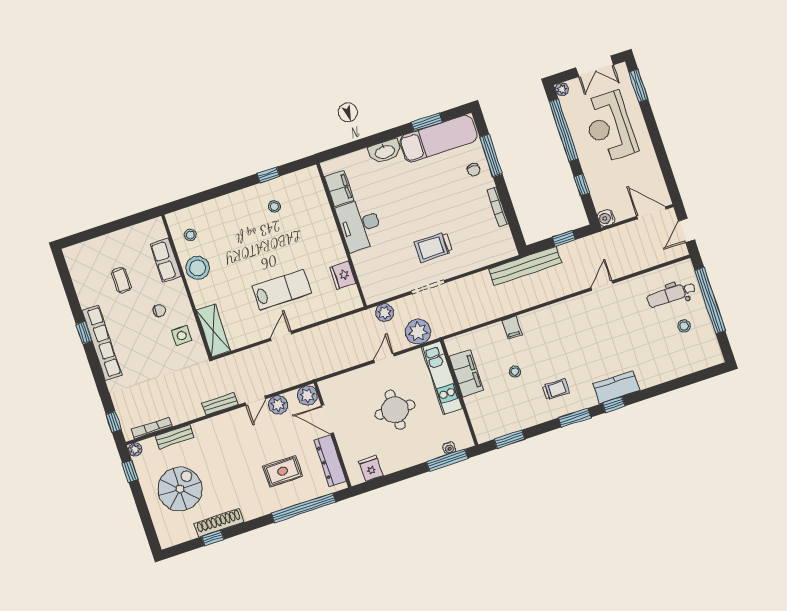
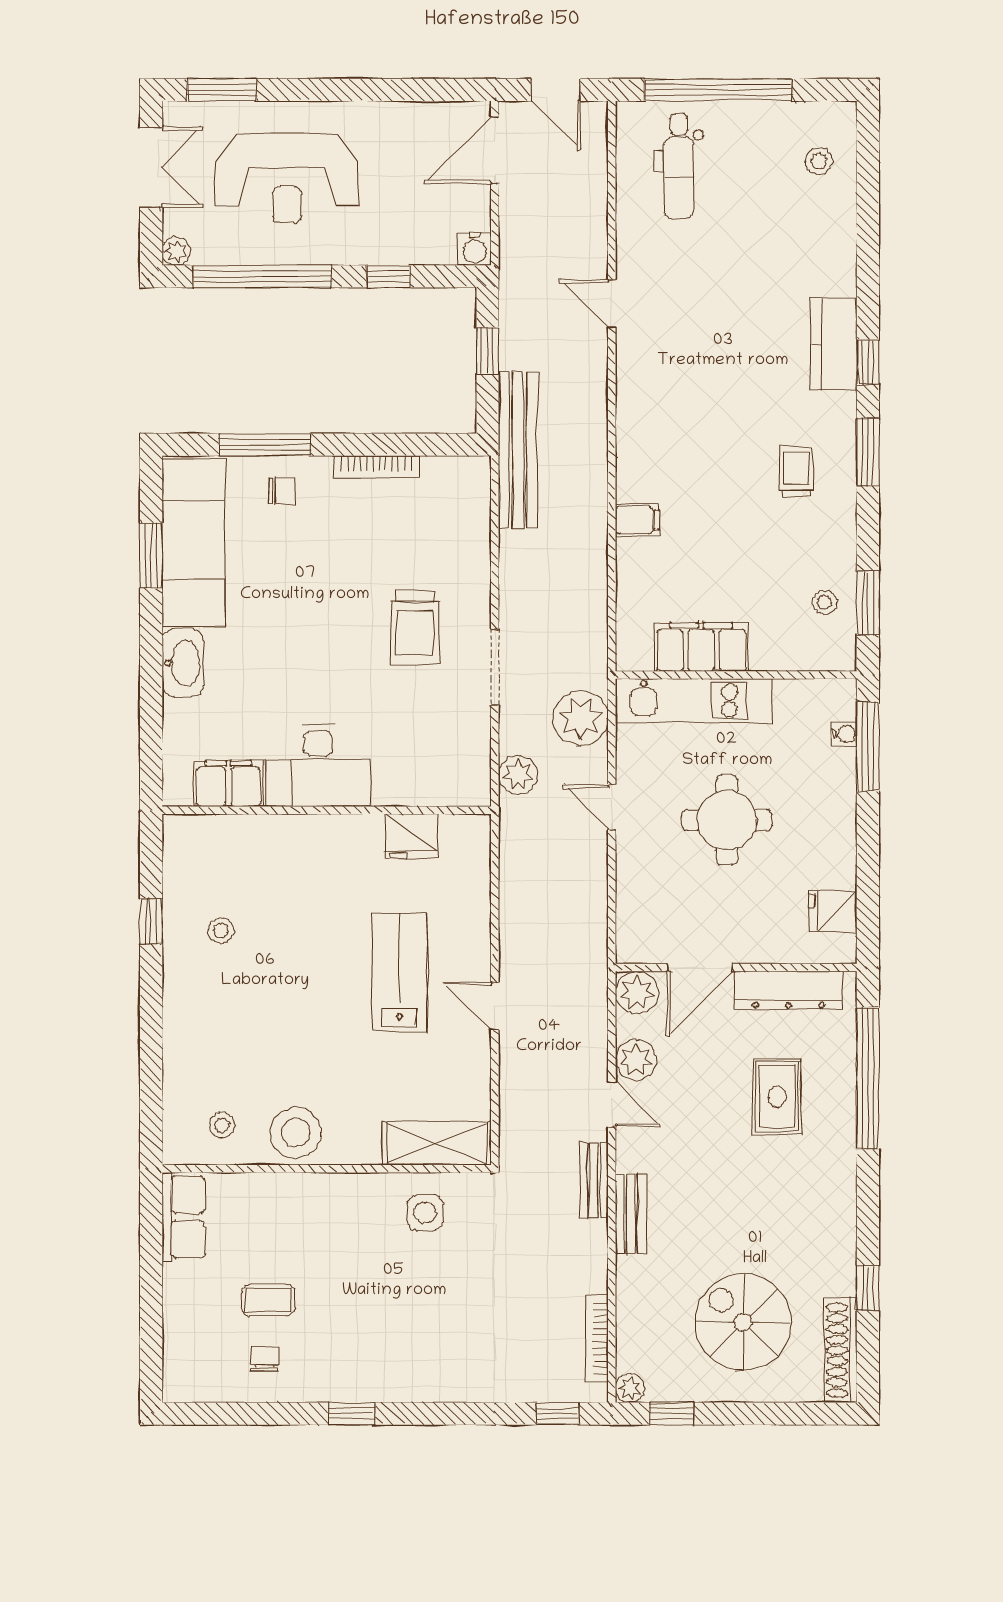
row of seats: (166, 260) -> (183, 1217), moved, turned -90
chair: (159, 311) -> (264, 1358), moved
stool: (684, 326) -> (819, 161), moved
row of seats: (102, 343) -> (385, 1384), removed
stool: (515, 372) -> (825, 602), moved
bench: (175, 437) -> (631, 1214), moved
shoe rack: (219, 523) -> (841, 1350), moved

